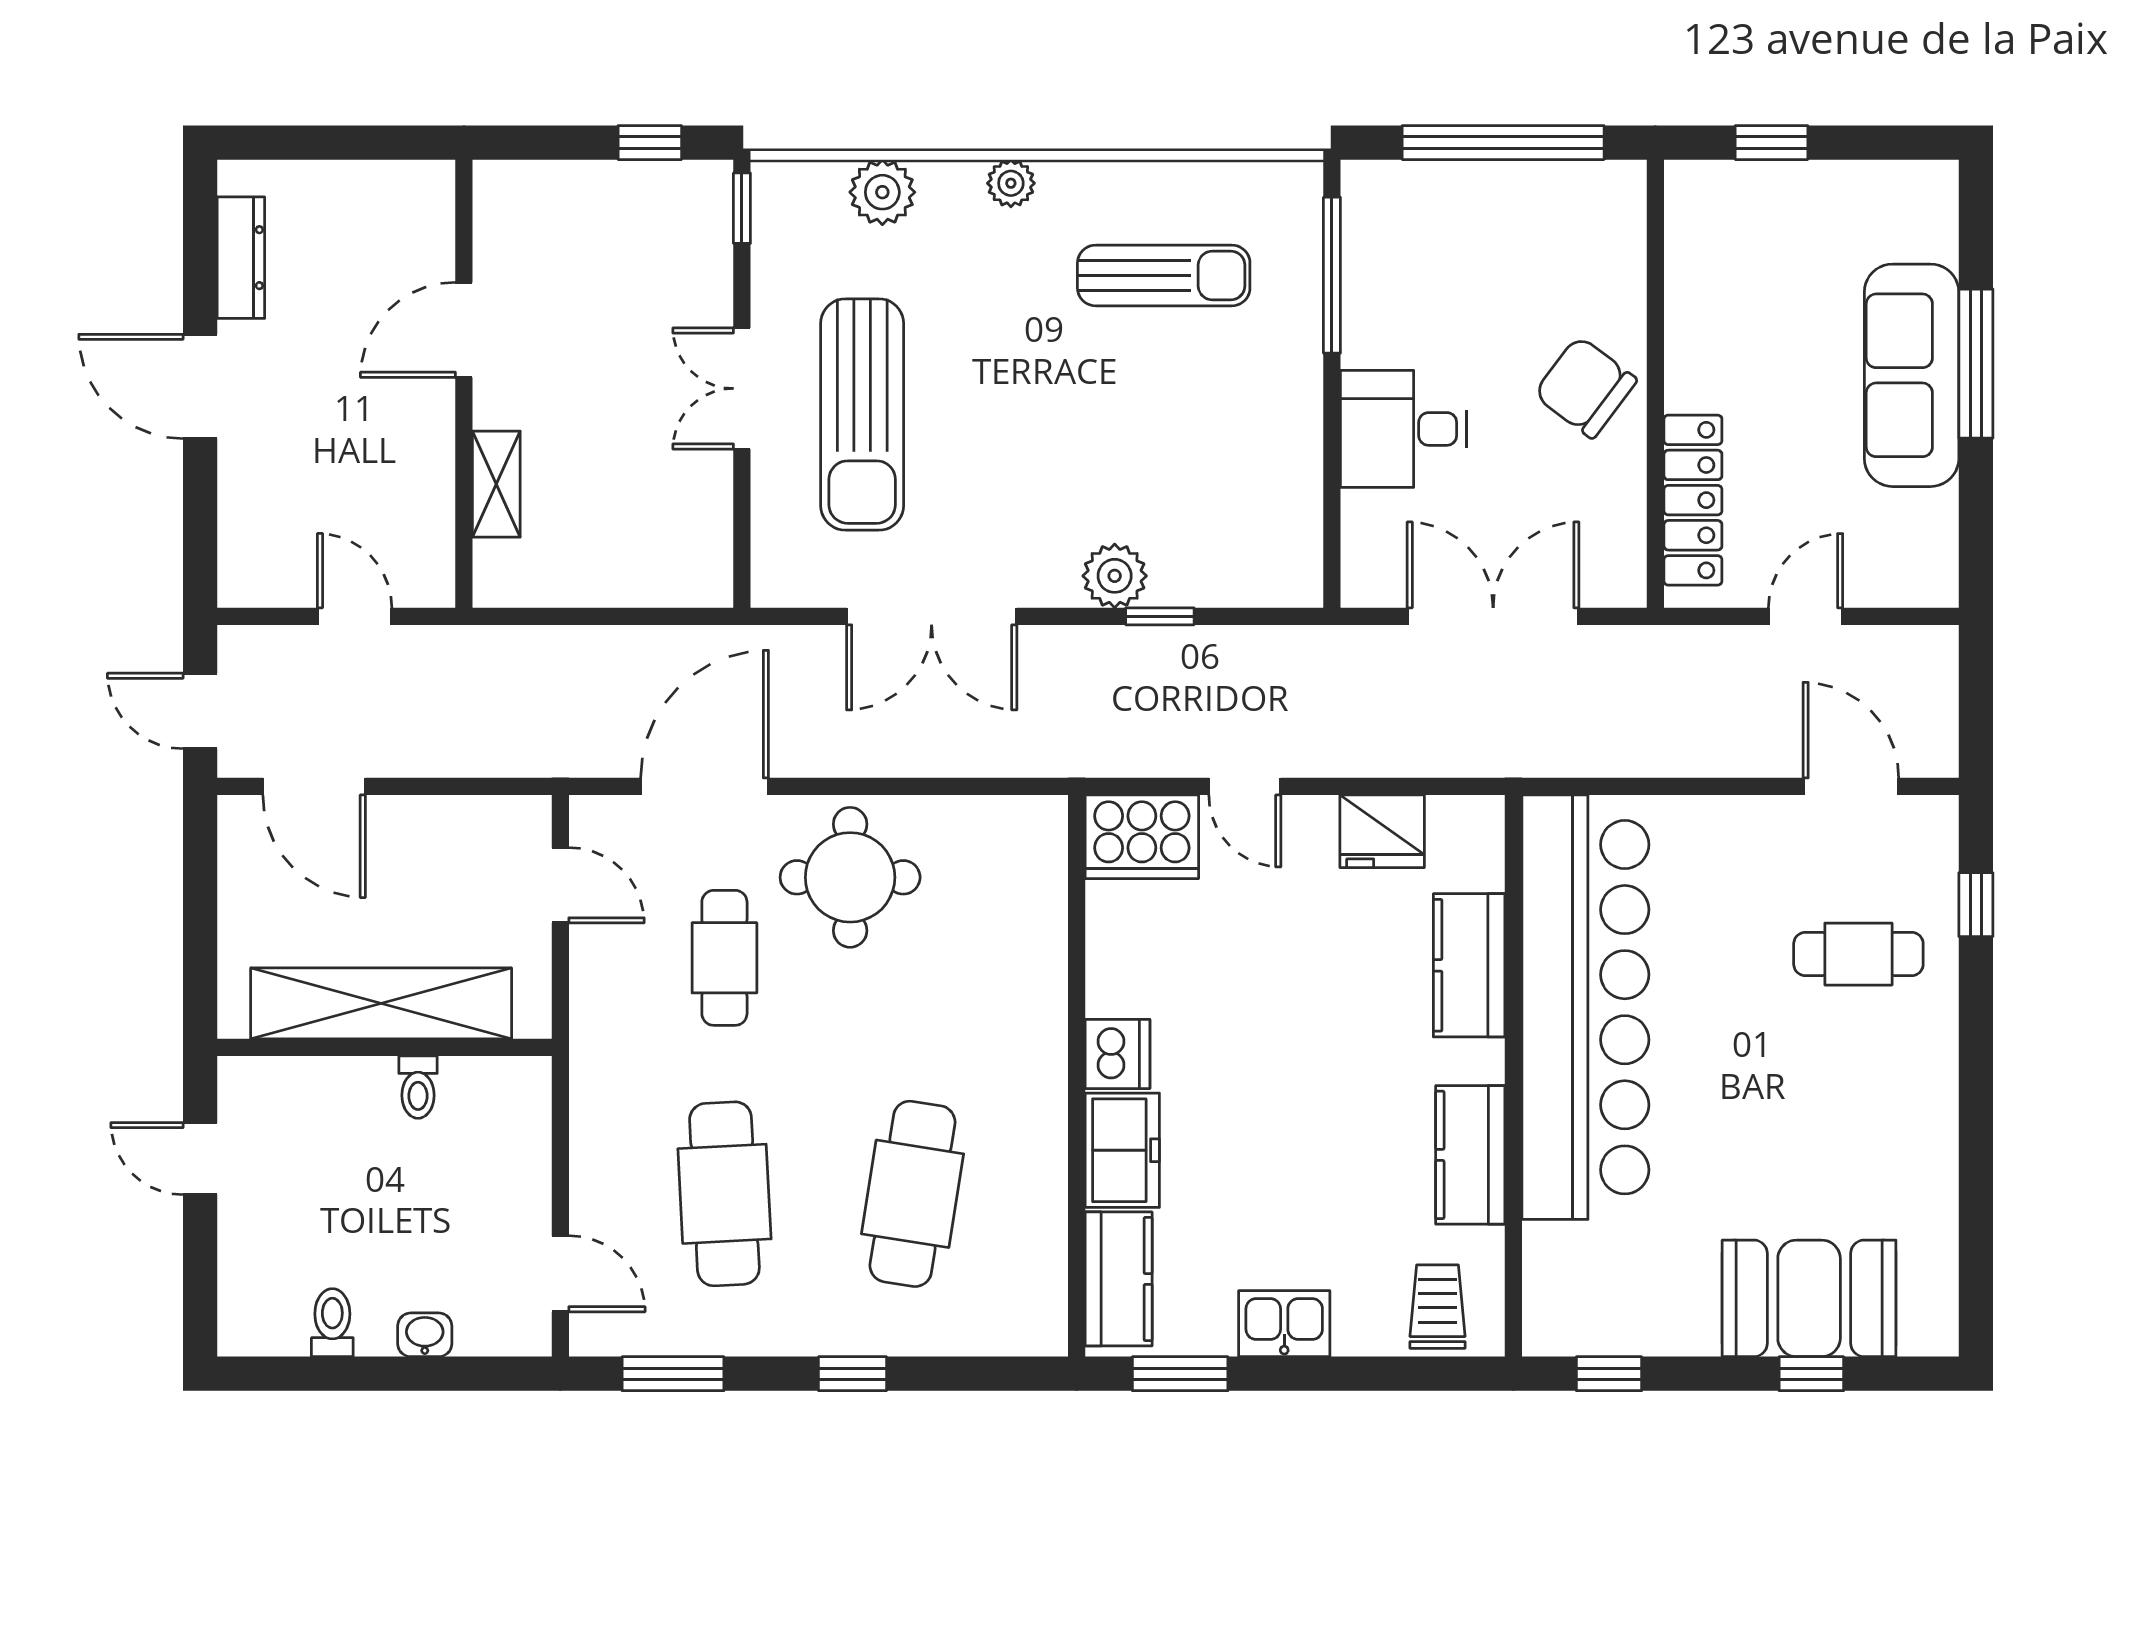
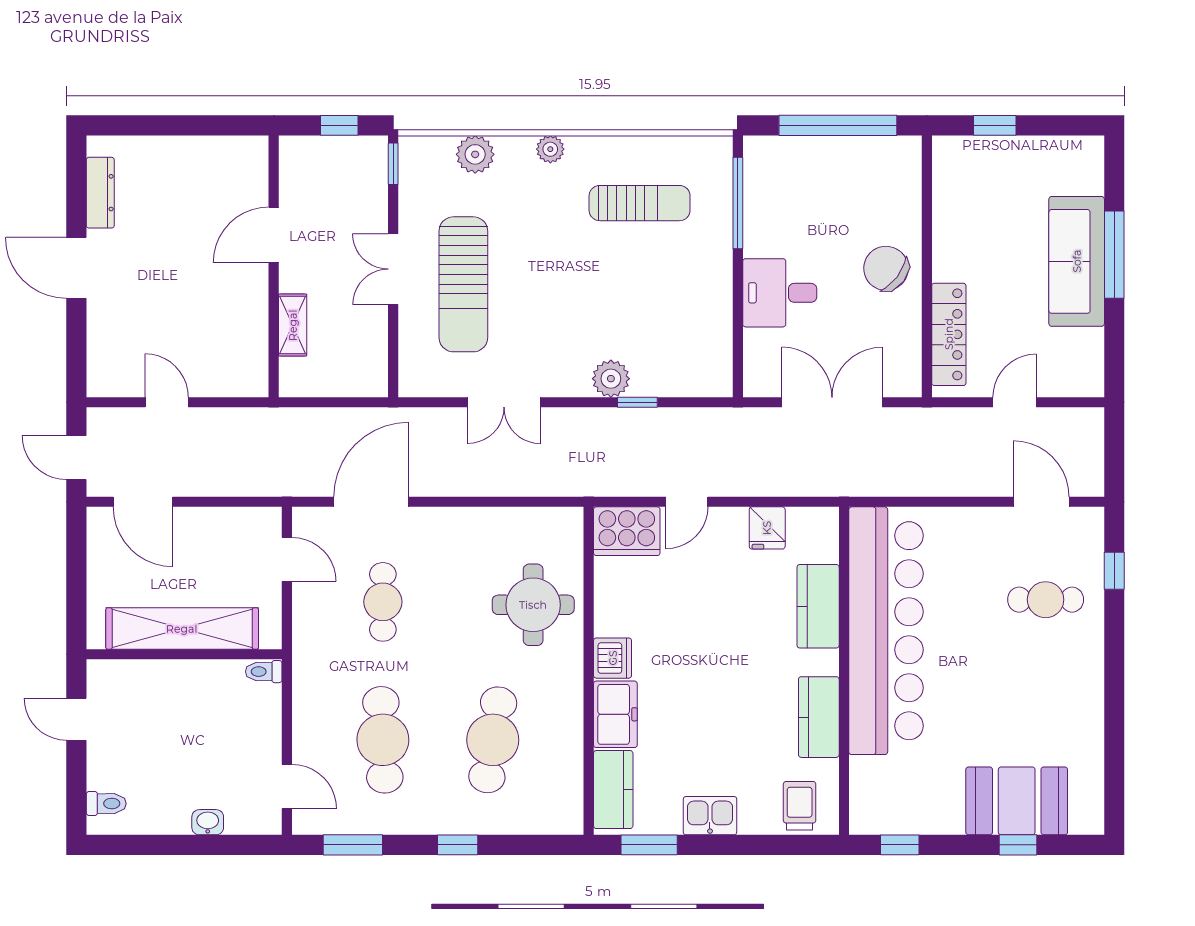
door: (464, 330) -> (274, 235), moved
wall: (464, 384) -> (274, 266), moved
shelving: (496, 484) -> (293, 325), moved
double door: (932, 616) -> (504, 402), width x0.73
door: (1245, 786) -> (687, 502), hinge flipped
fridge: (1382, 831) -> (767, 528), width x0.72
round table: (850, 877) -> (533, 605), moved
toilet: (418, 1087) -> (264, 672), moved, turned 90
toilet: (332, 1323) -> (106, 804), moved, turned 90

